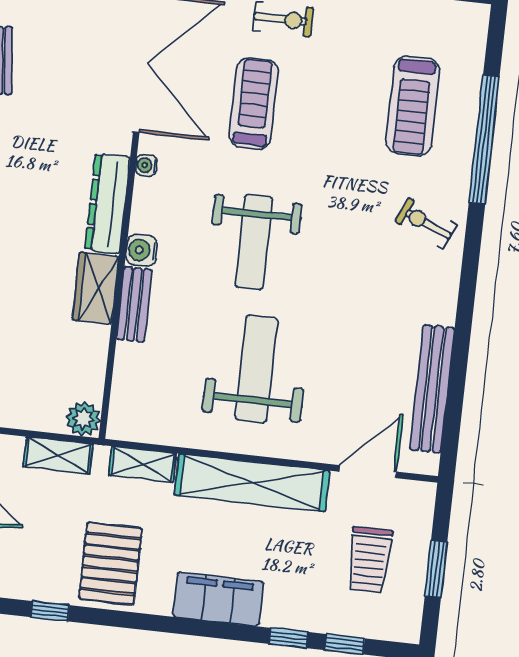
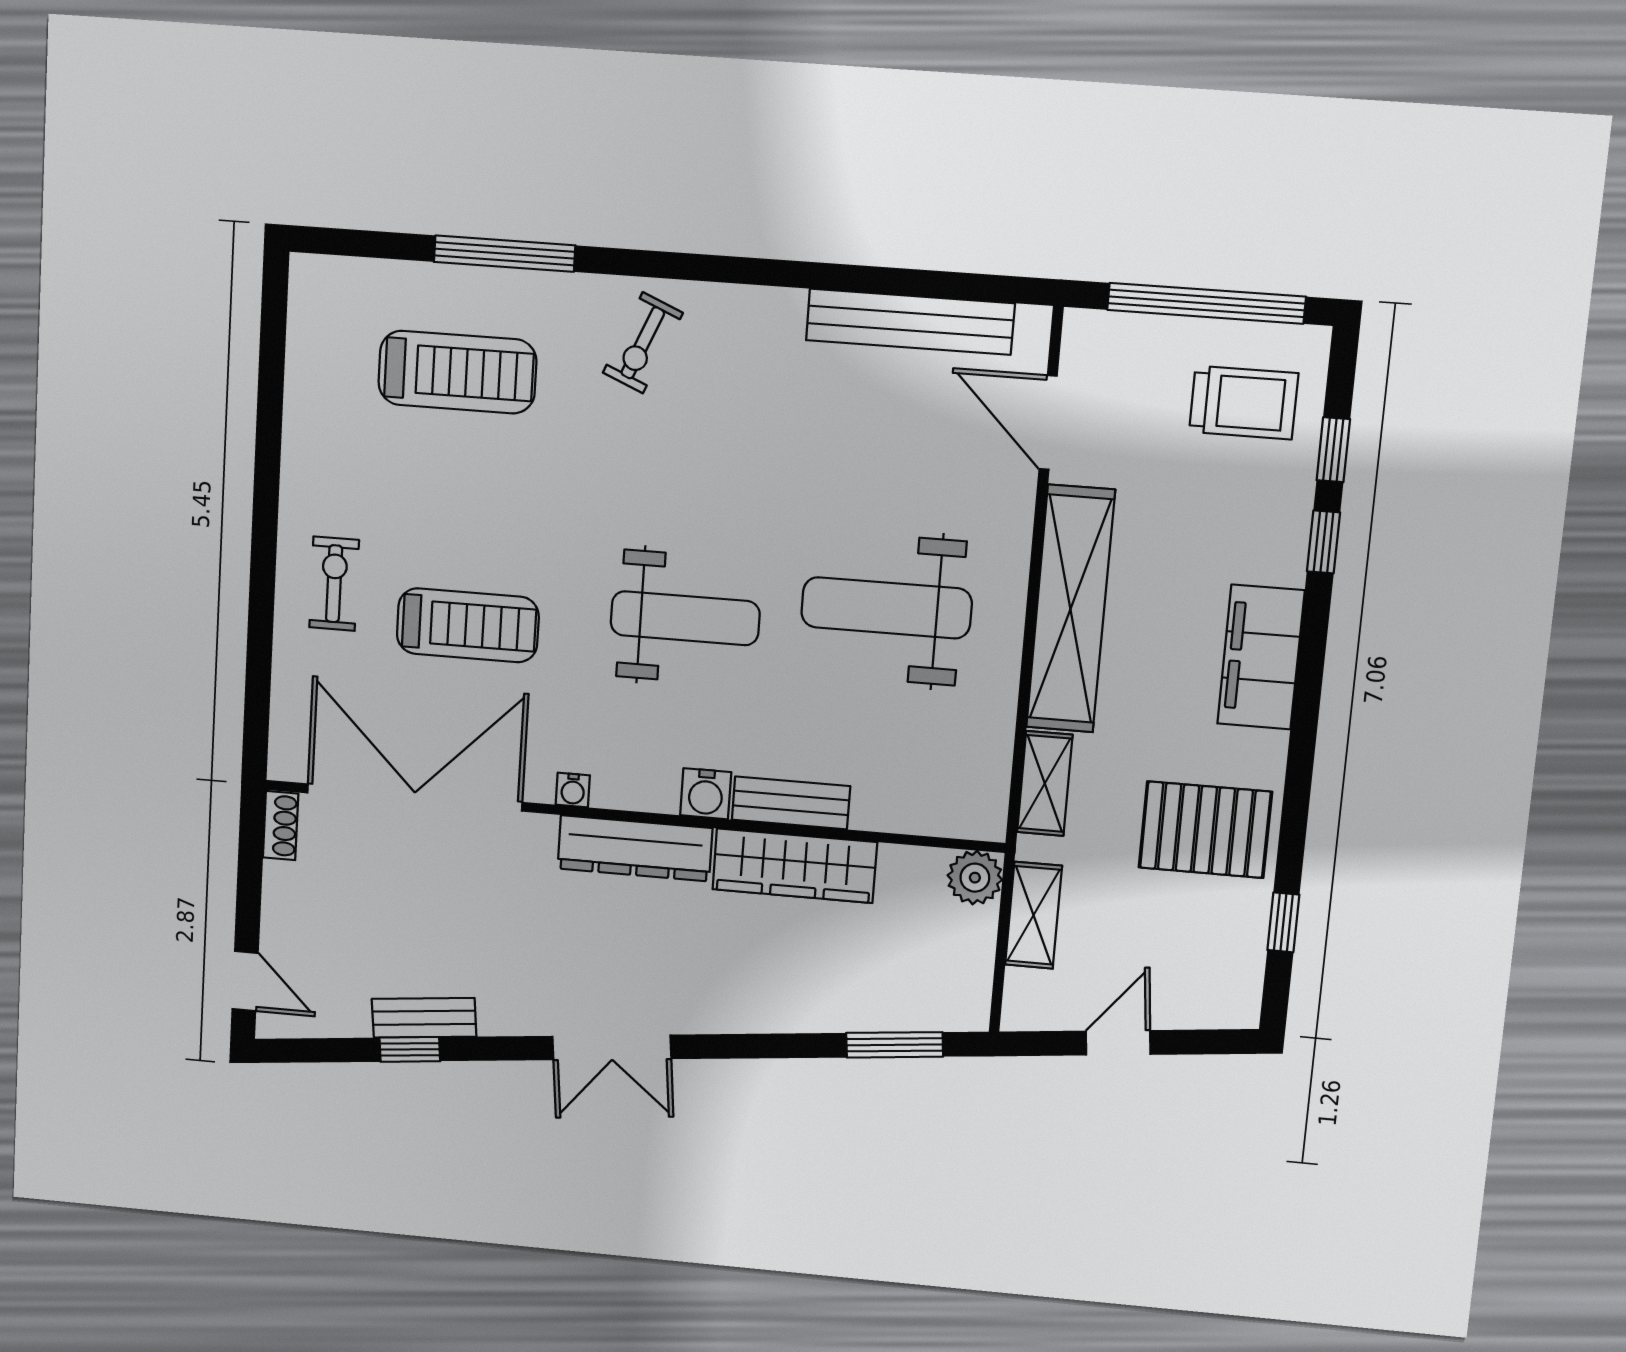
treadmill: (254, 103) -> (468, 625), turned 180
window: (484, 140) -> (504, 254), width x0.68
wardrobe: (96, 288) -> (795, 866), width x1.50
trolley: (369, 560) -> (1244, 403), moved
window: (436, 569) -> (1206, 303), width x2.11

